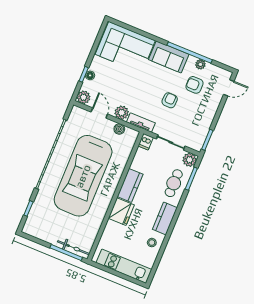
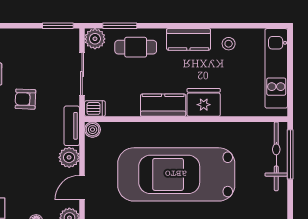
boiler: (119, 129) -> (93, 130), moved
car: (83, 176) -> (176, 174), turned 180
bicycle: (74, 248) -> (276, 156), width x1.37, depth x1.40

